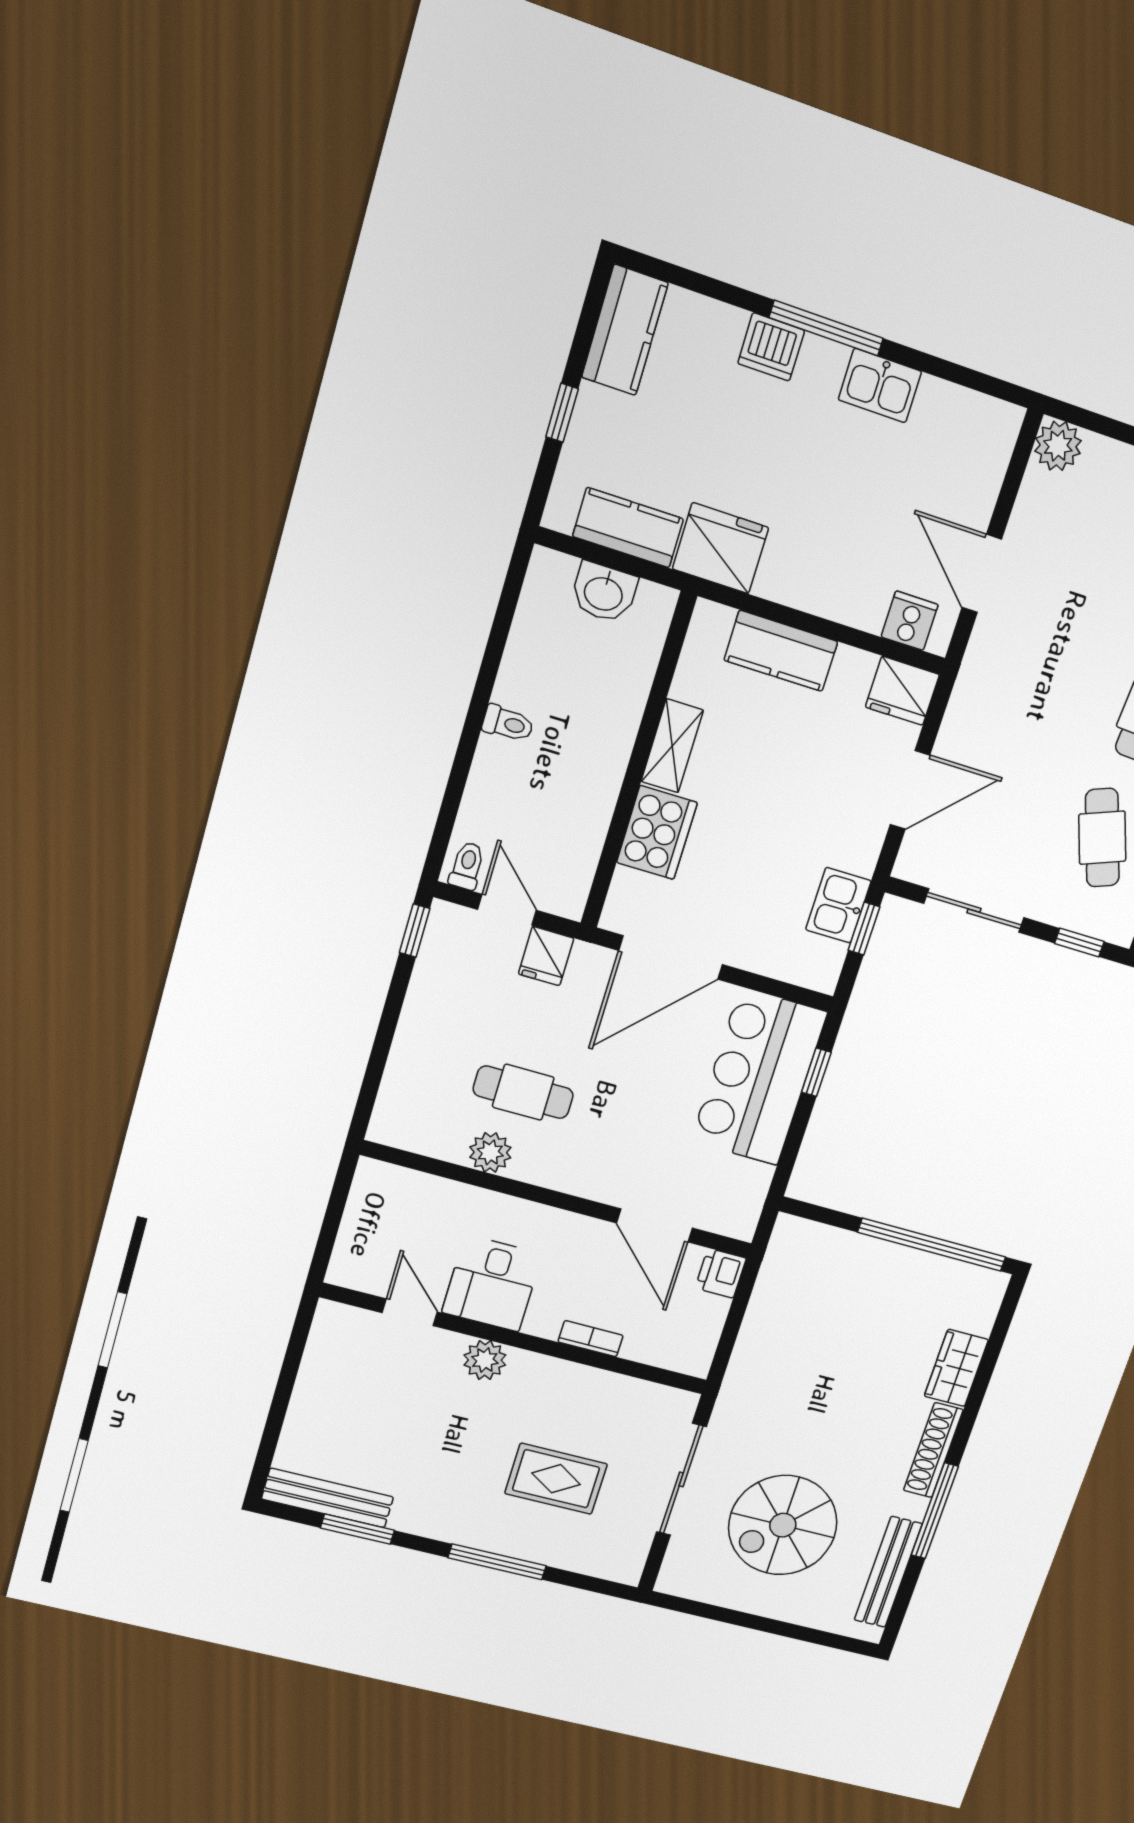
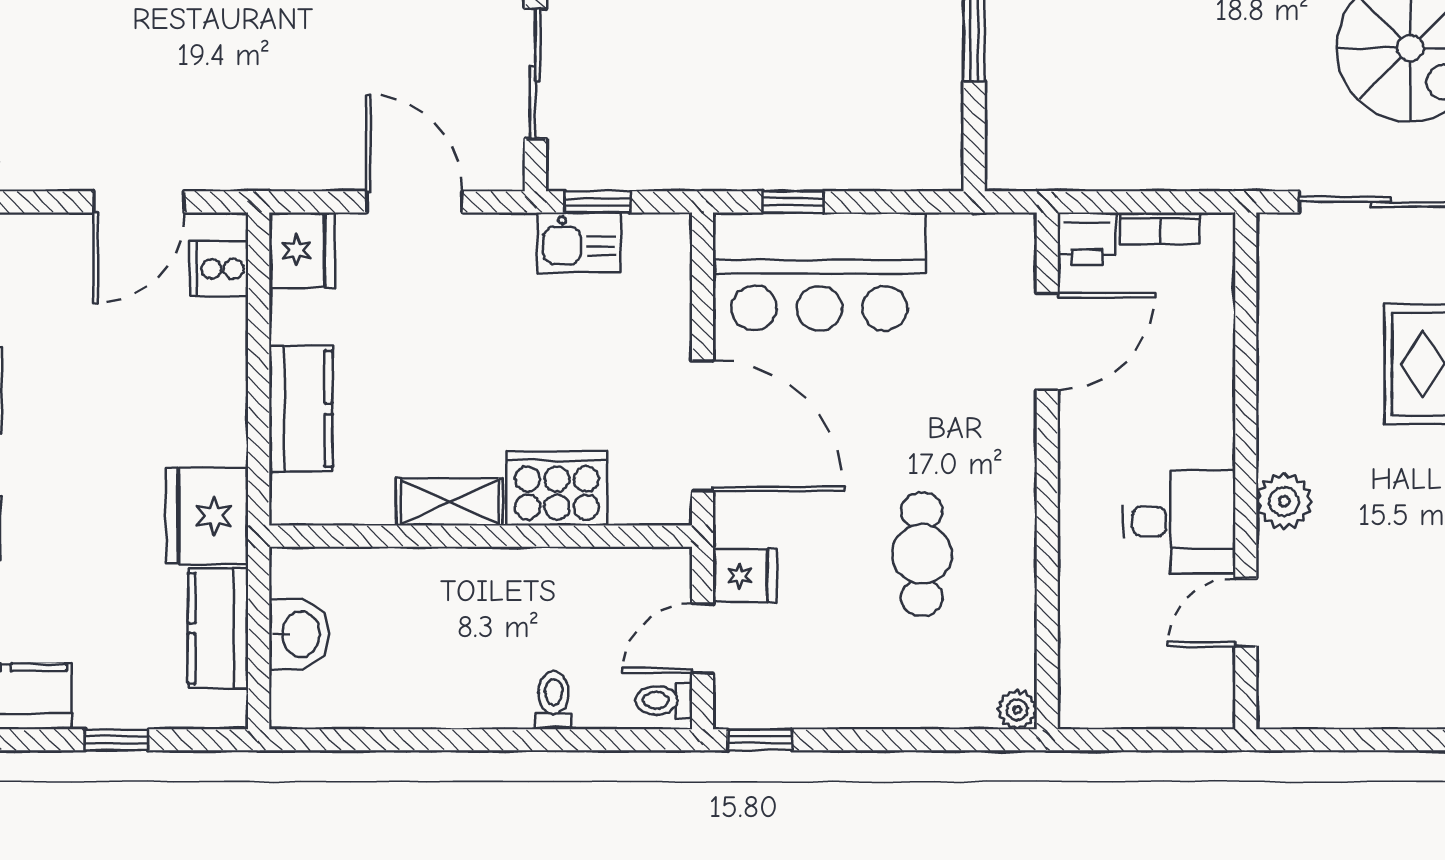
toilet: (508, 724) -> (554, 700), moved
plant: (490, 1152) -> (1017, 710), moved, width x0.73, depth x0.73
bookcase: (591, 1339) -> (1160, 228), moved, turned -90

